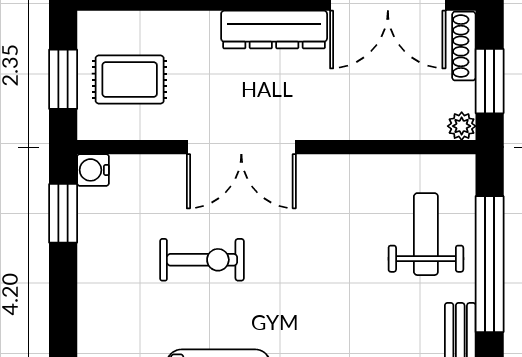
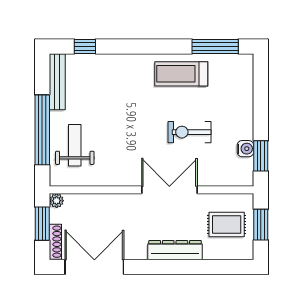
dresser: (274, 30) -> (175, 250), moved
water cooler: (93, 170) -> (245, 149), moved
weight bench: (426, 234) -> (75, 145), turned 180

